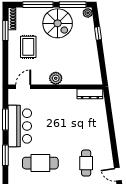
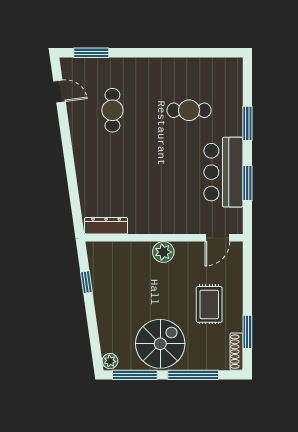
spiral stairs: (58, 23) -> (160, 344), turned 90
window: (98, 33) -> (86, 282), moved
cafe table: (40, 163) -> (189, 110), width x0.73, depth x0.74

